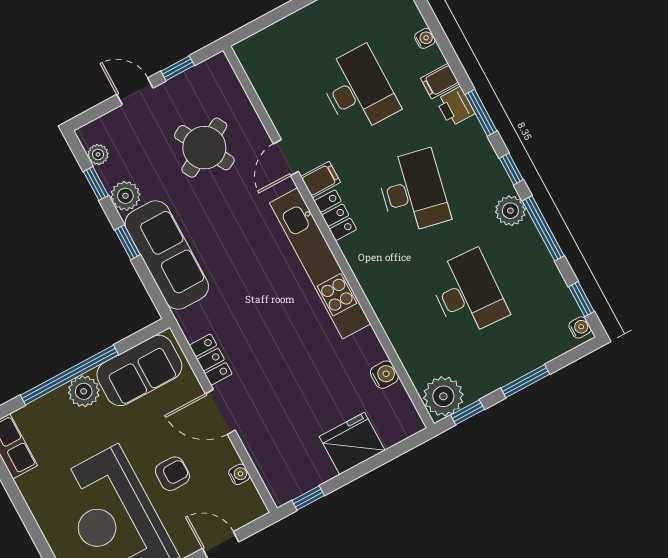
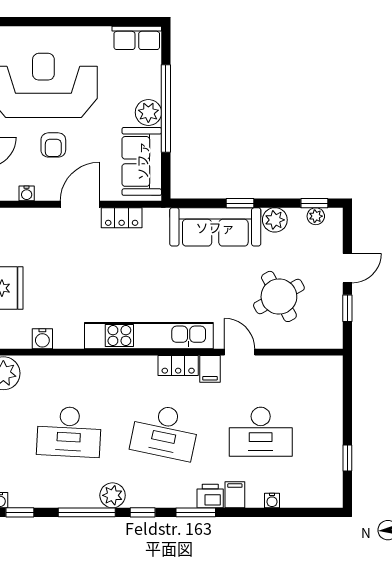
window: (96, 183) -> (314, 203), moved

